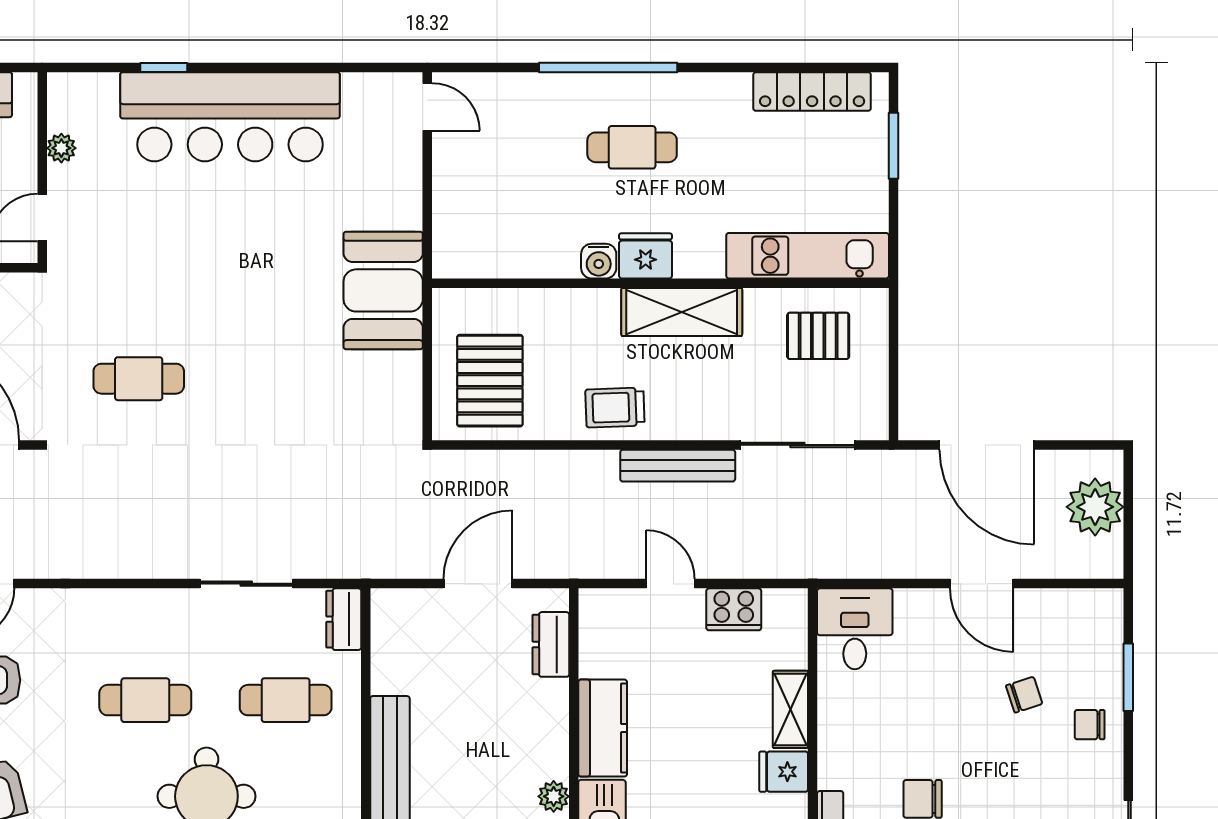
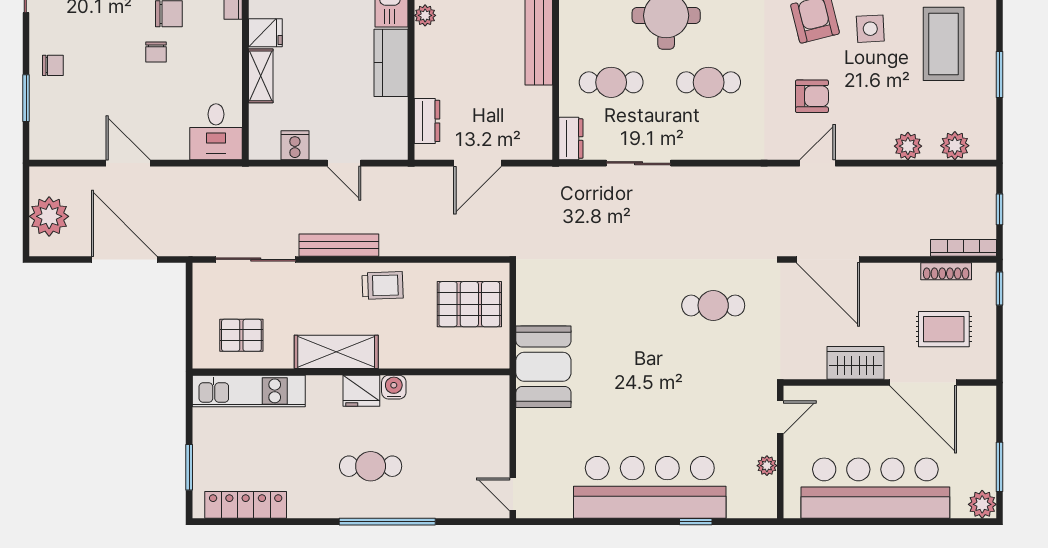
pallet: (490, 381) -> (469, 304), turned 90
cooker: (734, 609) -> (295, 145), width x0.73
chair: (1024, 695) -> (156, 52), moved, turned -72

